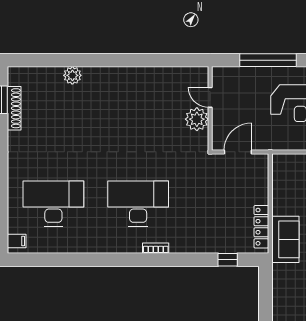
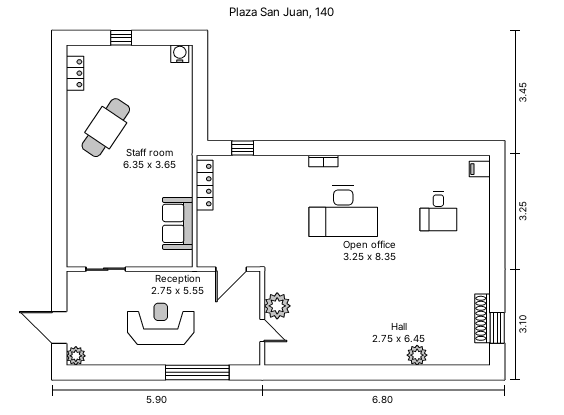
desk: (53, 203) -> (438, 211), width x0.53, depth x0.77
sofa: (285, 239) -> (178, 223), moved

